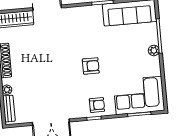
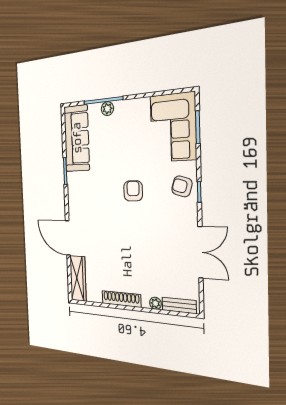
plant: (154, 50) -> (107, 109), moved
armchair: (97, 105) -> (182, 186), turned -73

